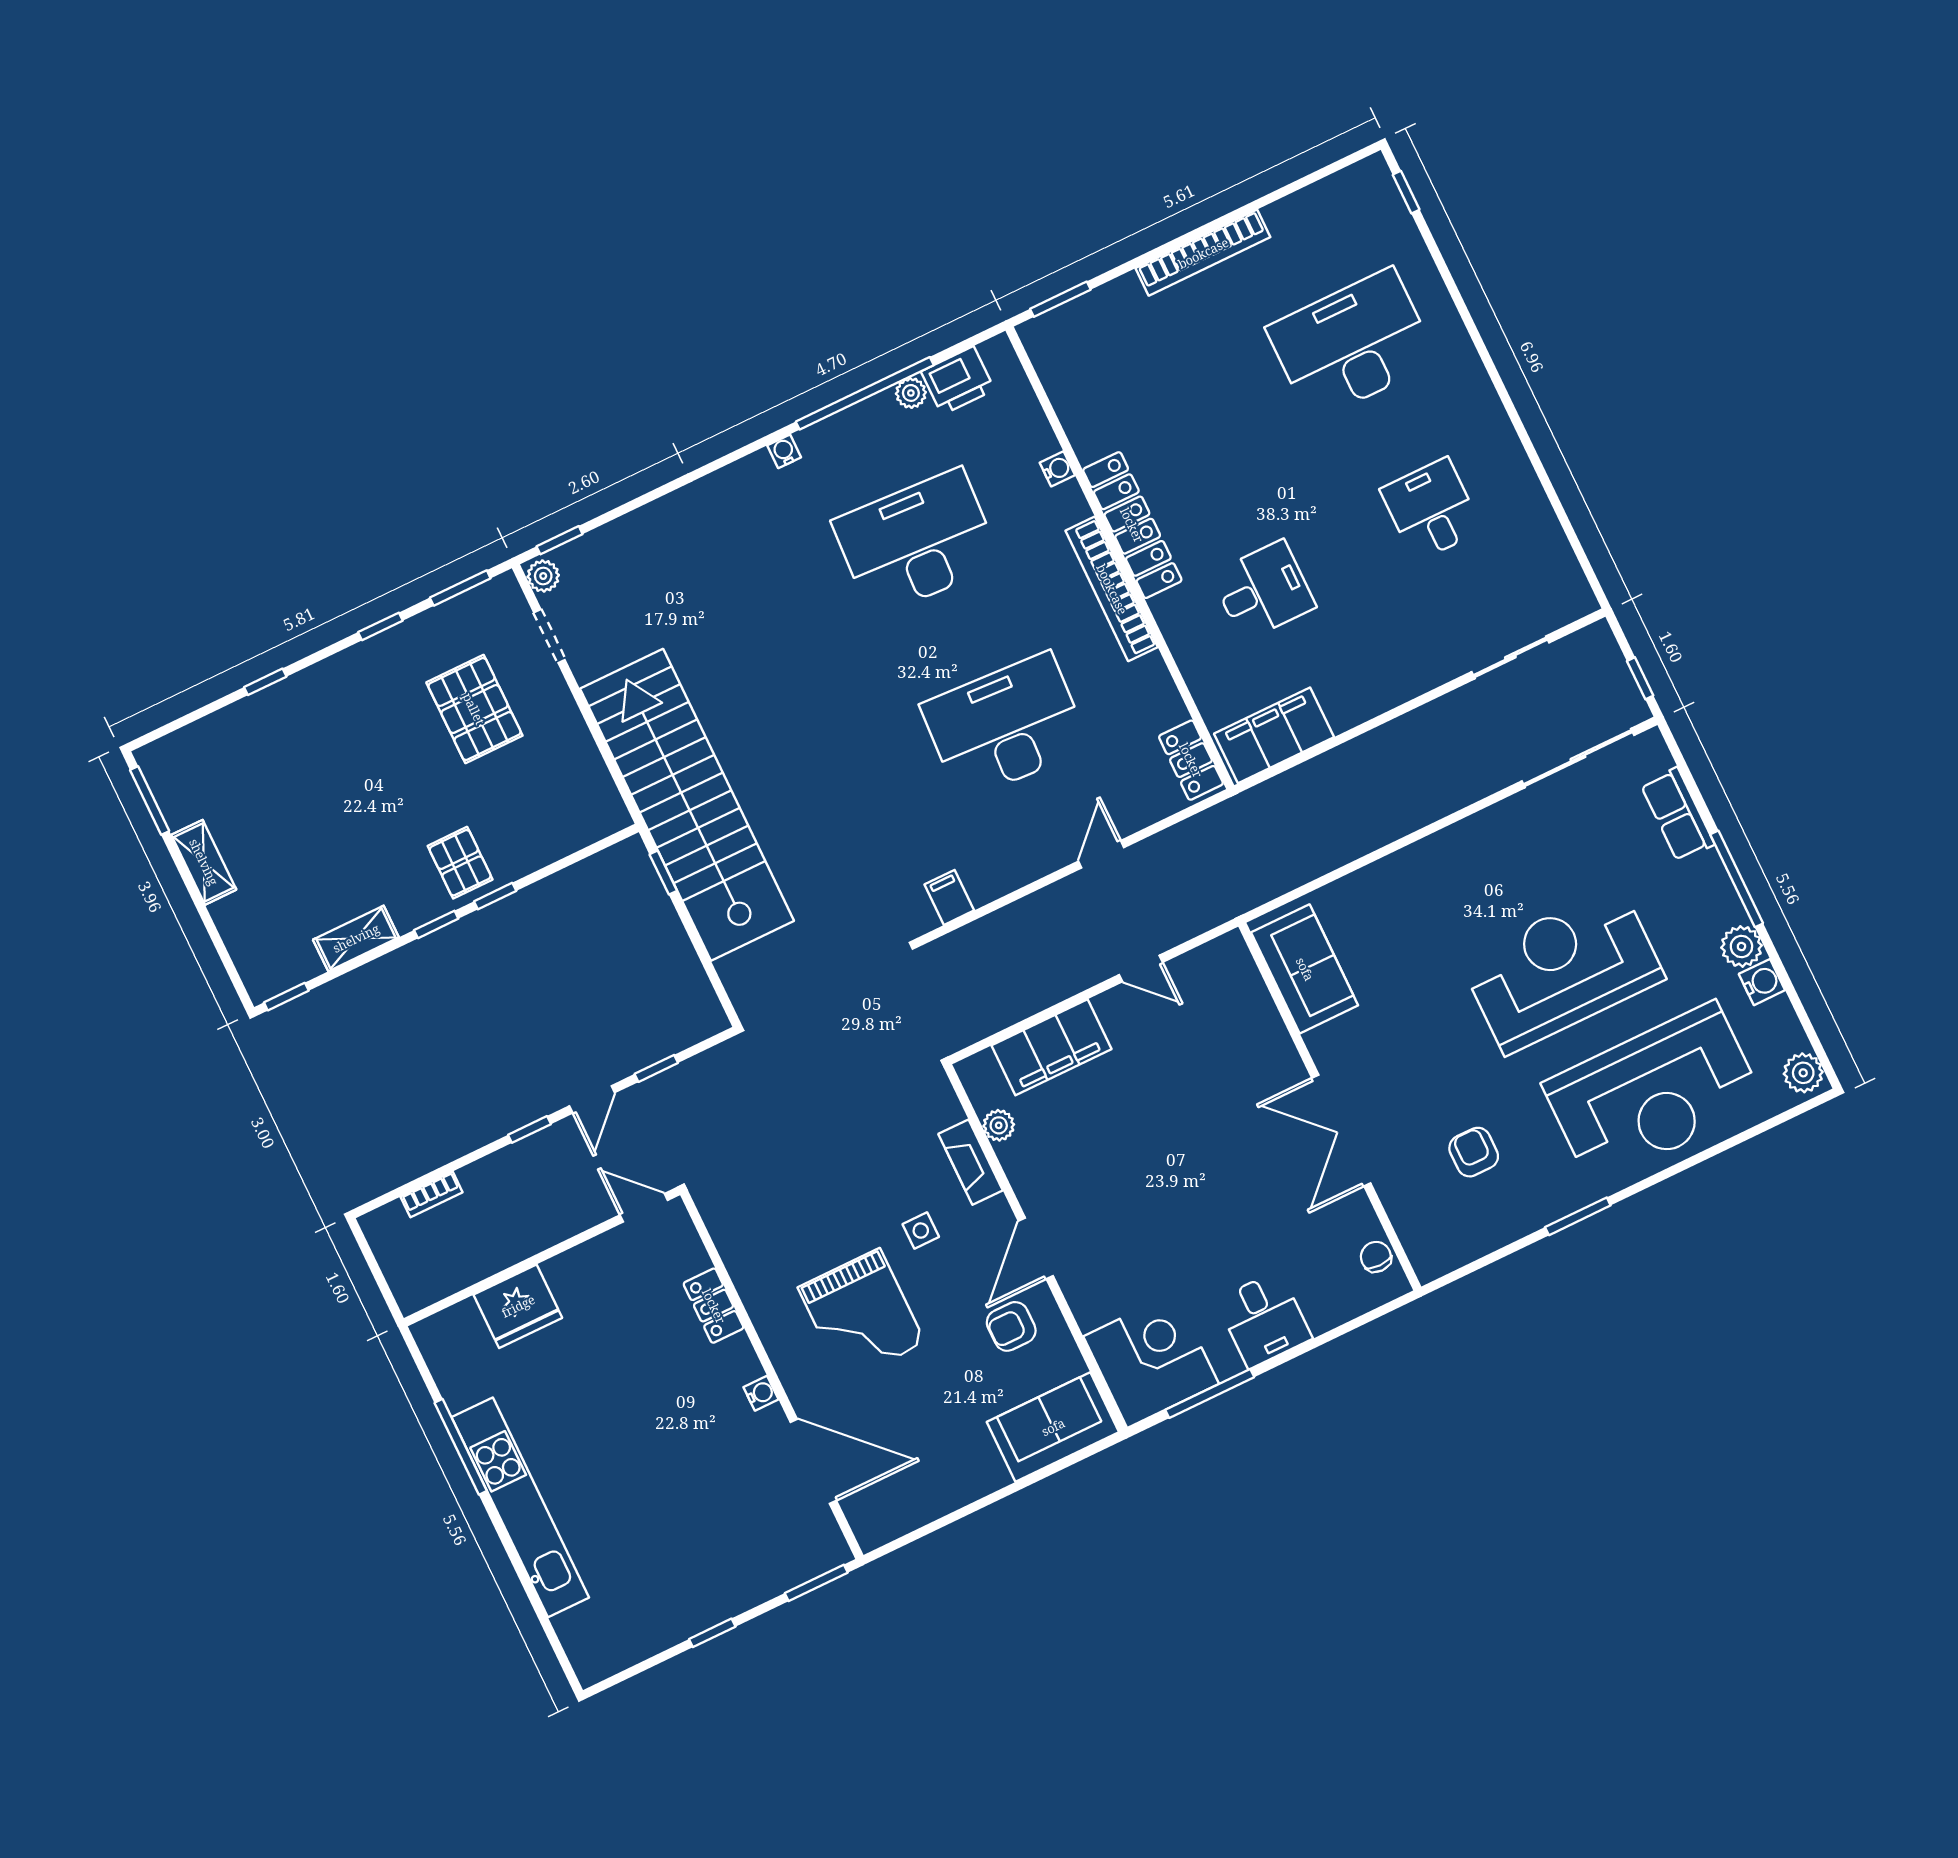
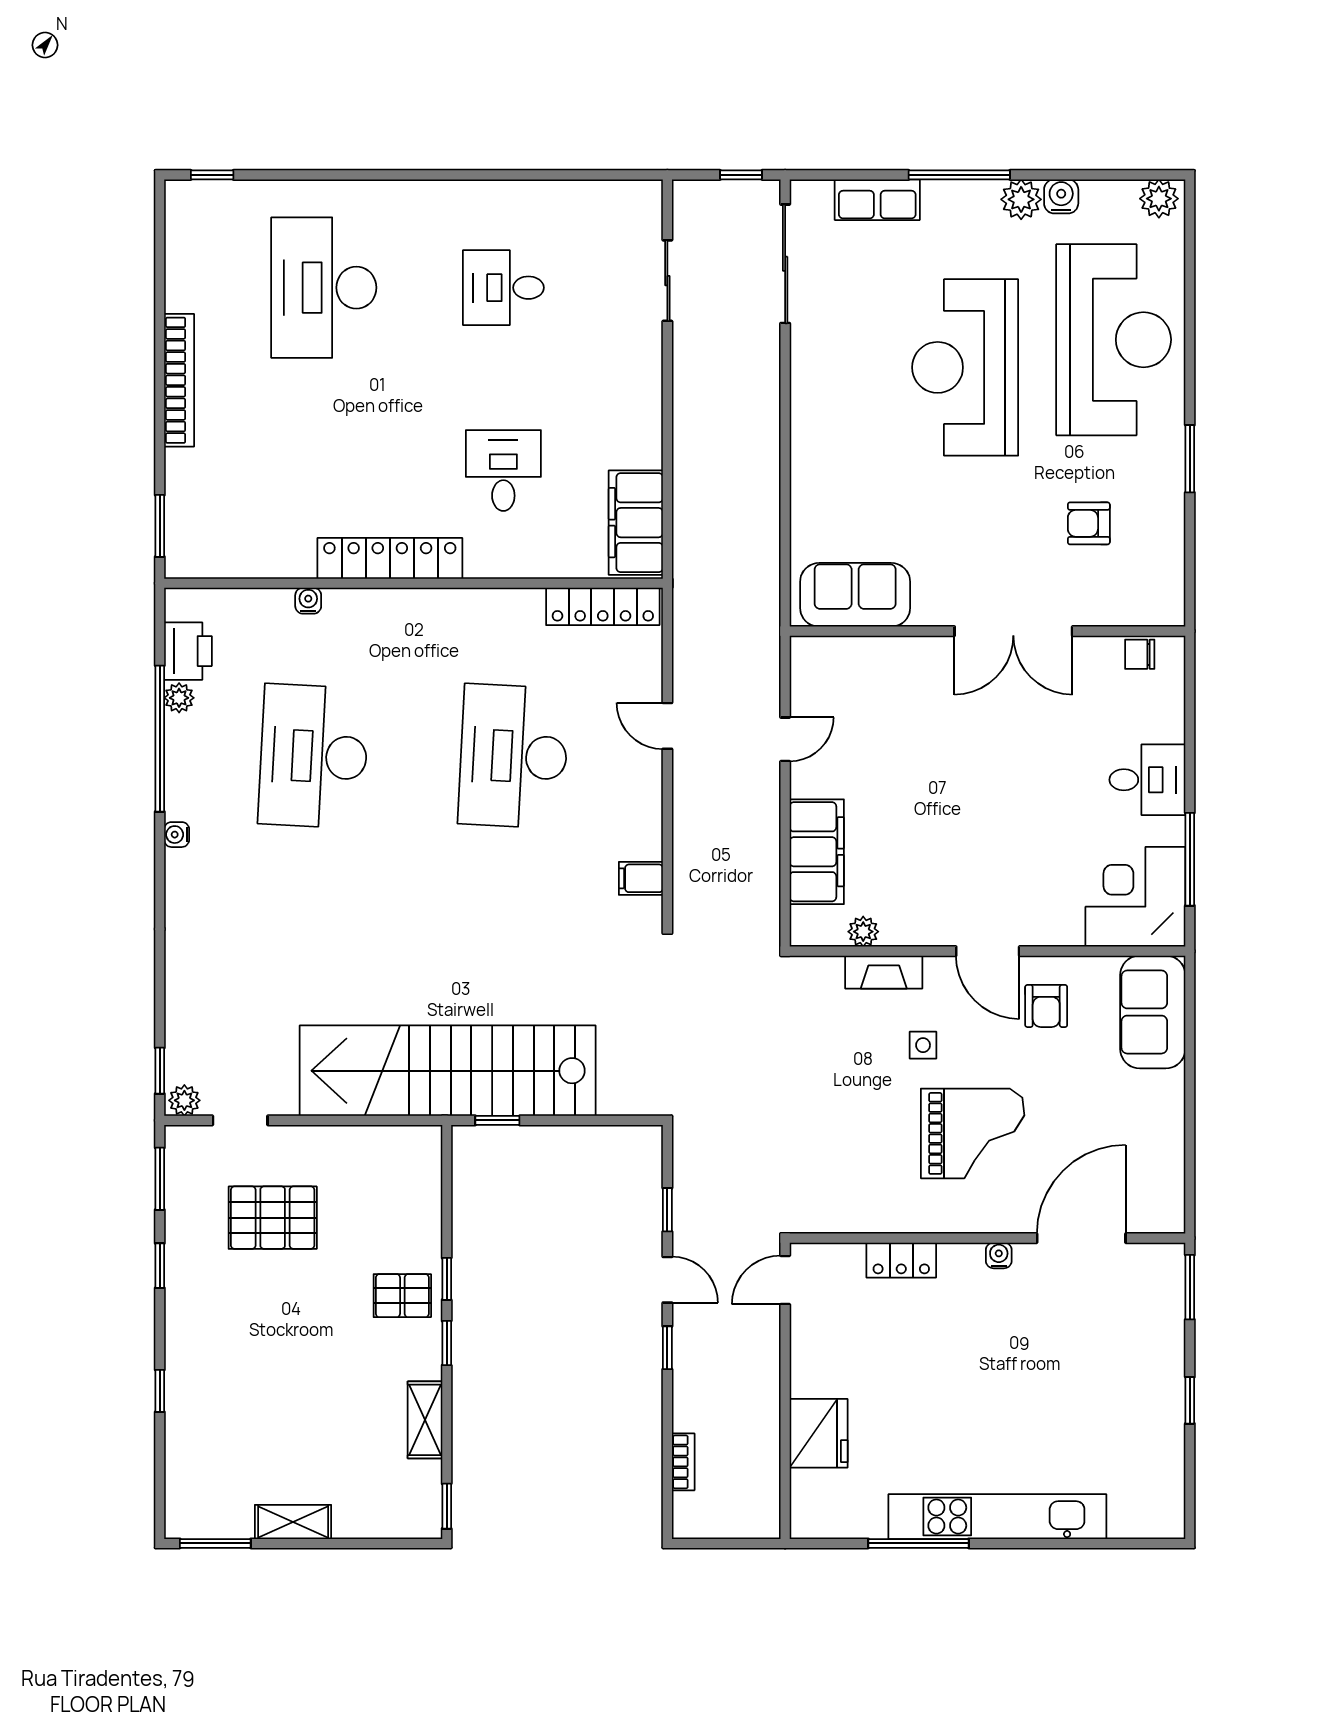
bookcase: (1112, 589) -> (437, 604), removed
locker: (1191, 760) -> (603, 606), width x1.53

